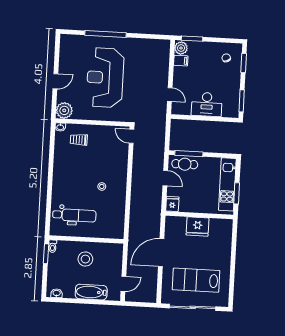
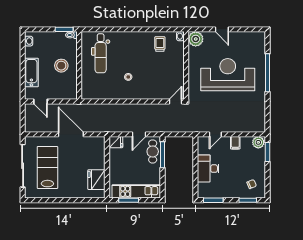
filing cabinet: (181, 61) -> (235, 143), moved
trolley: (79, 140) -> (160, 44), moved
fridge: (198, 227) -> (96, 180), moved

